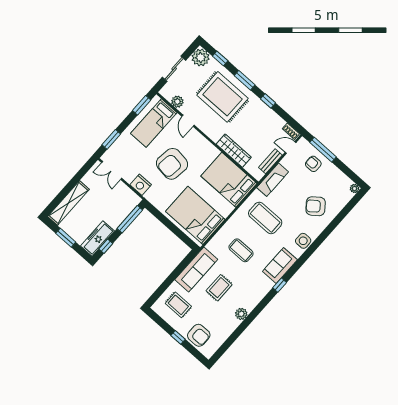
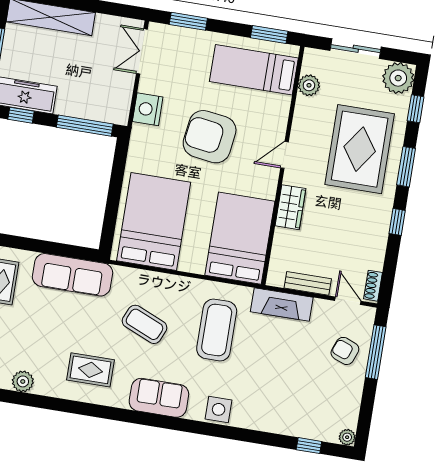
door: (188, 121) -> (285, 155), moved
wardrobe: (234, 151) -> (290, 207), width x0.67
armchair: (313, 164) -> (345, 351), turned -69
armchair: (316, 206) -> (283, 395), removed
coffee table: (241, 250) -> (144, 324), turned -67
window: (280, 285) -> (309, 446), moved
rug: (219, 288) -> (90, 370), moved
plant: (241, 314) -> (23, 381), moved

